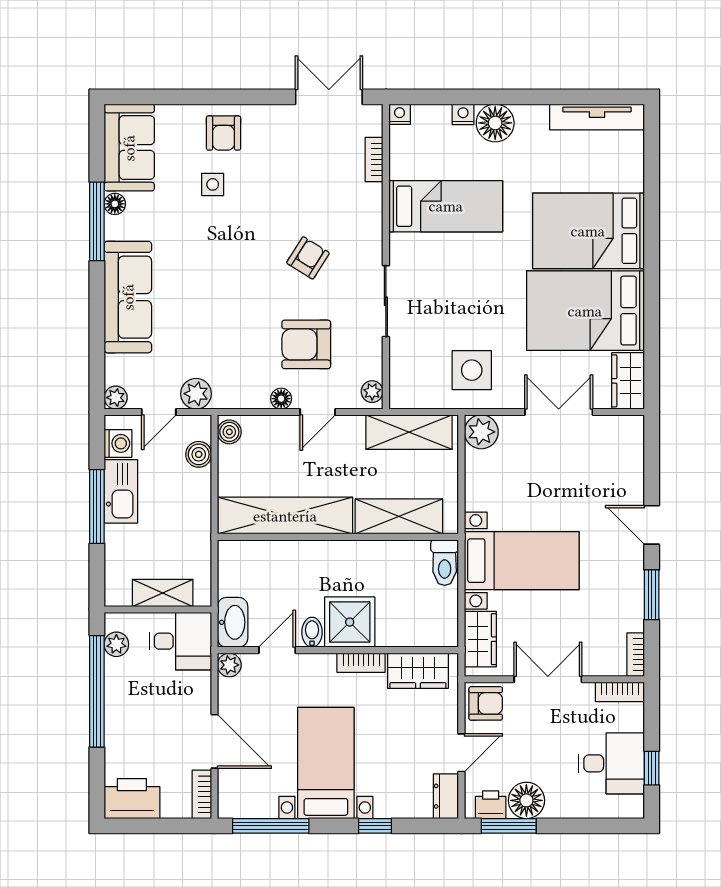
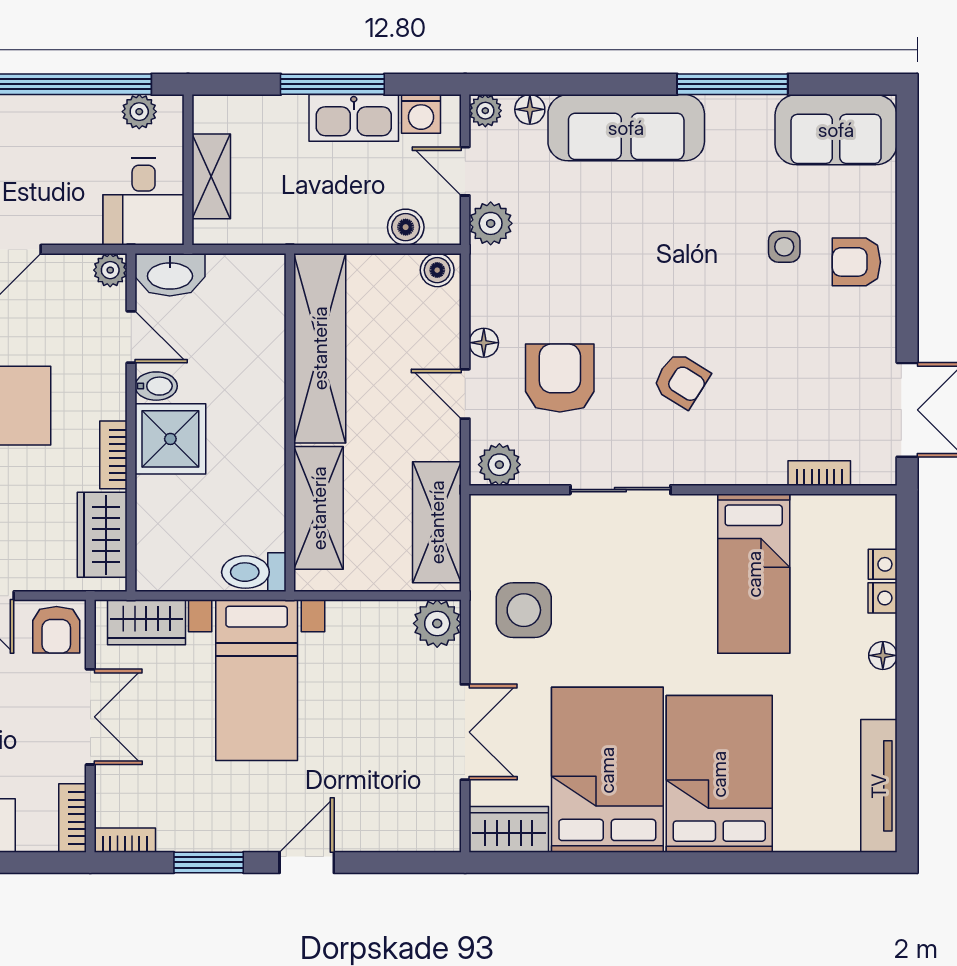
nightstand: (400, 114) -> (883, 564), moved
floor lamp: (495, 123) -> (883, 655), width x0.53, depth x0.53
floor lamp: (115, 204) -> (530, 109), moved
plant: (372, 392) -> (499, 465), width x1.37, depth x1.37

